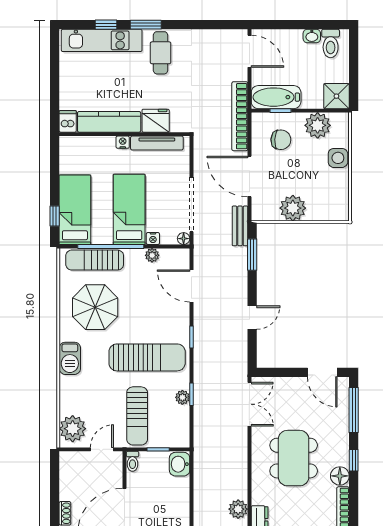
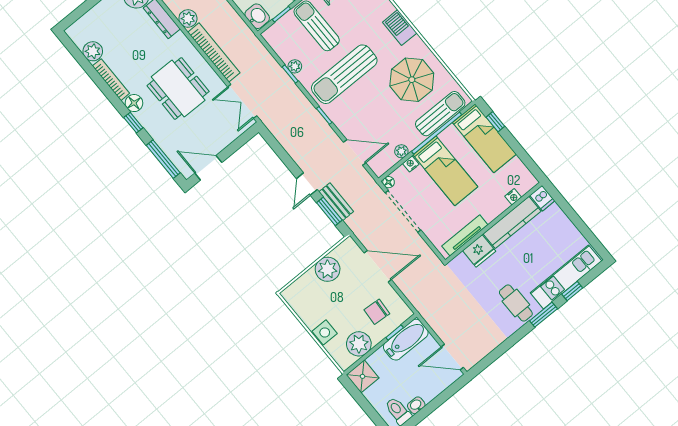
bookcase: (240, 116) -> (214, 52), moved
nightstand: (123, 142) -> (513, 197), moved
bench: (240, 226) -> (336, 202), moved
door: (252, 318) -> (307, 184), moved

